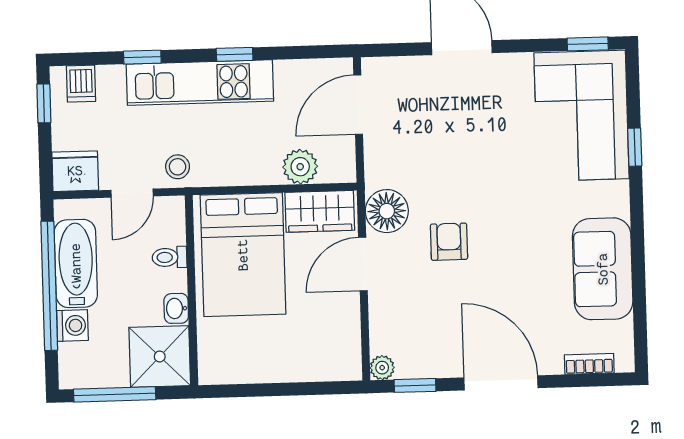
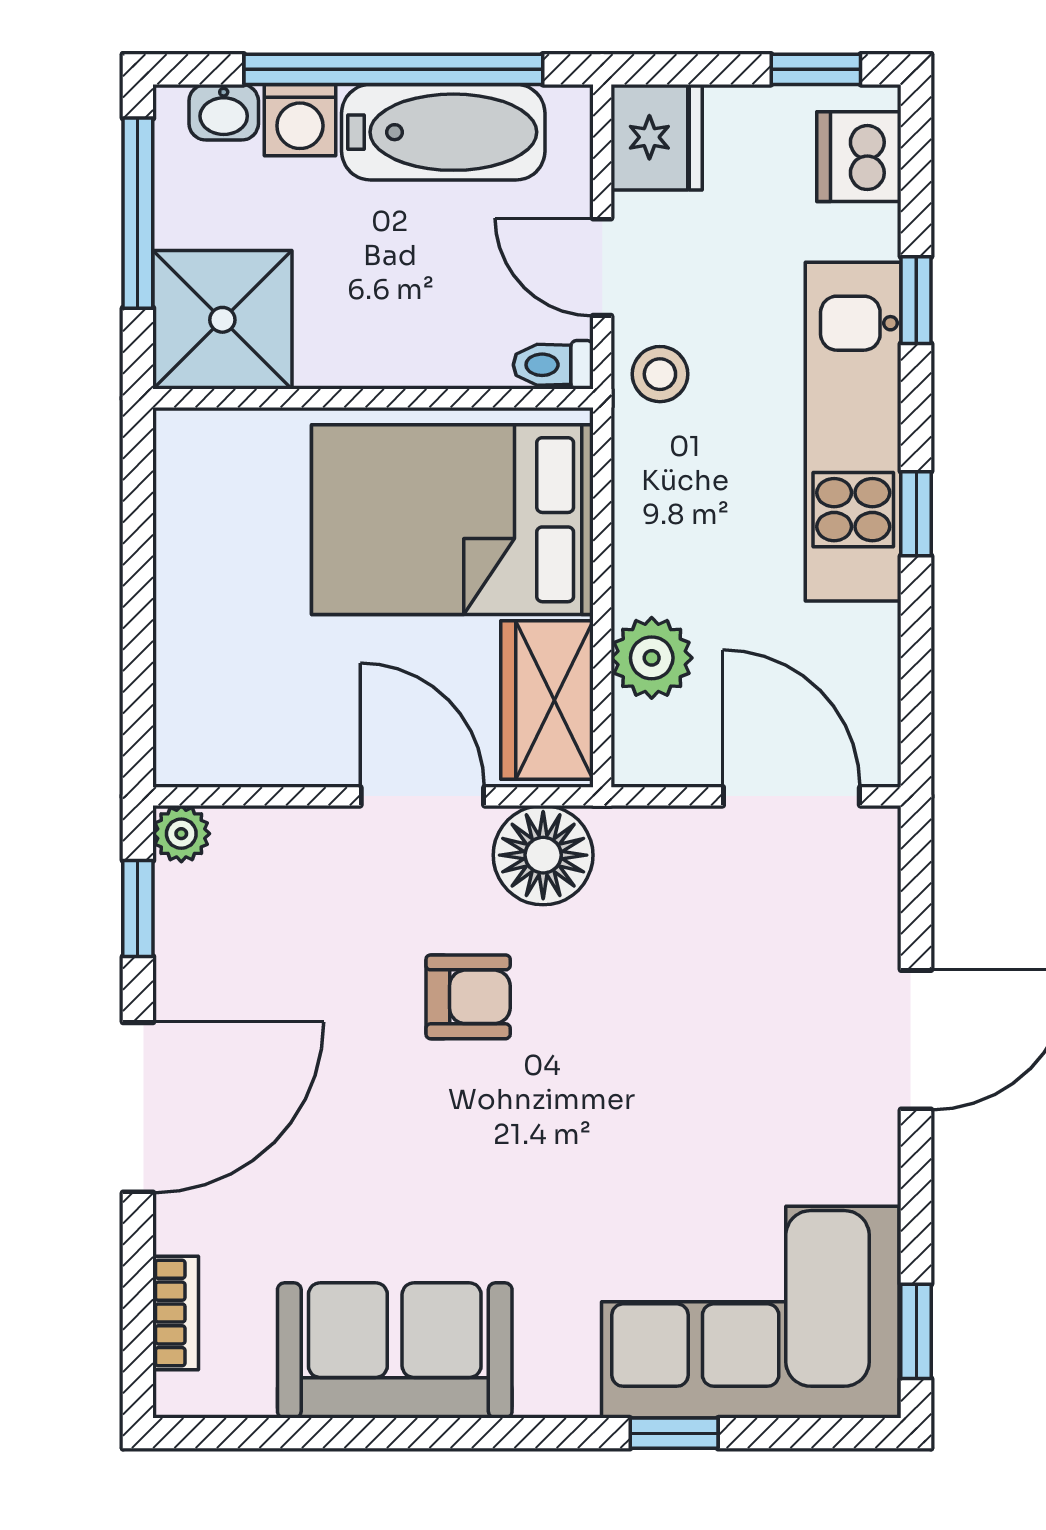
dishwasher: (81, 84) -> (859, 157), width x1.38
toilet: (170, 257) -> (553, 365), moved, turned -90
washbasin: (176, 308) -> (224, 112), moved, turned 180

